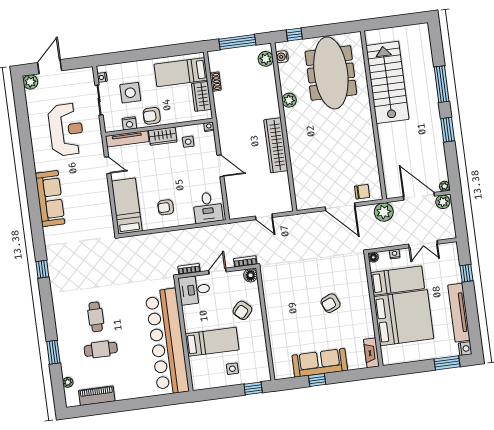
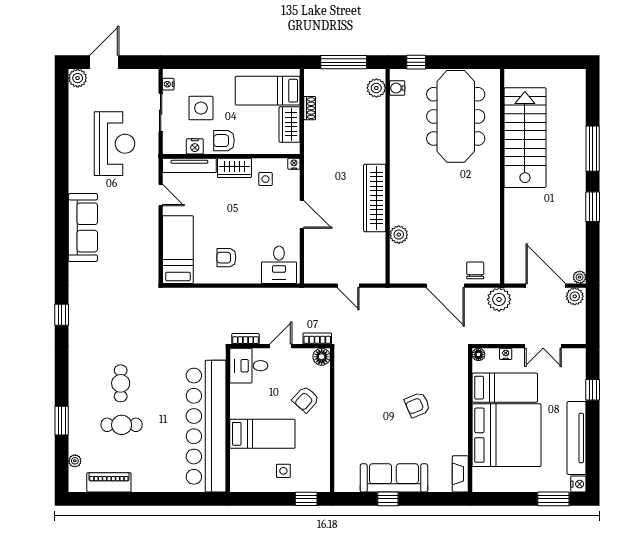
plant: (289, 100) -> (399, 235), moved
chair: (362, 192) -> (475, 270), turned -90

